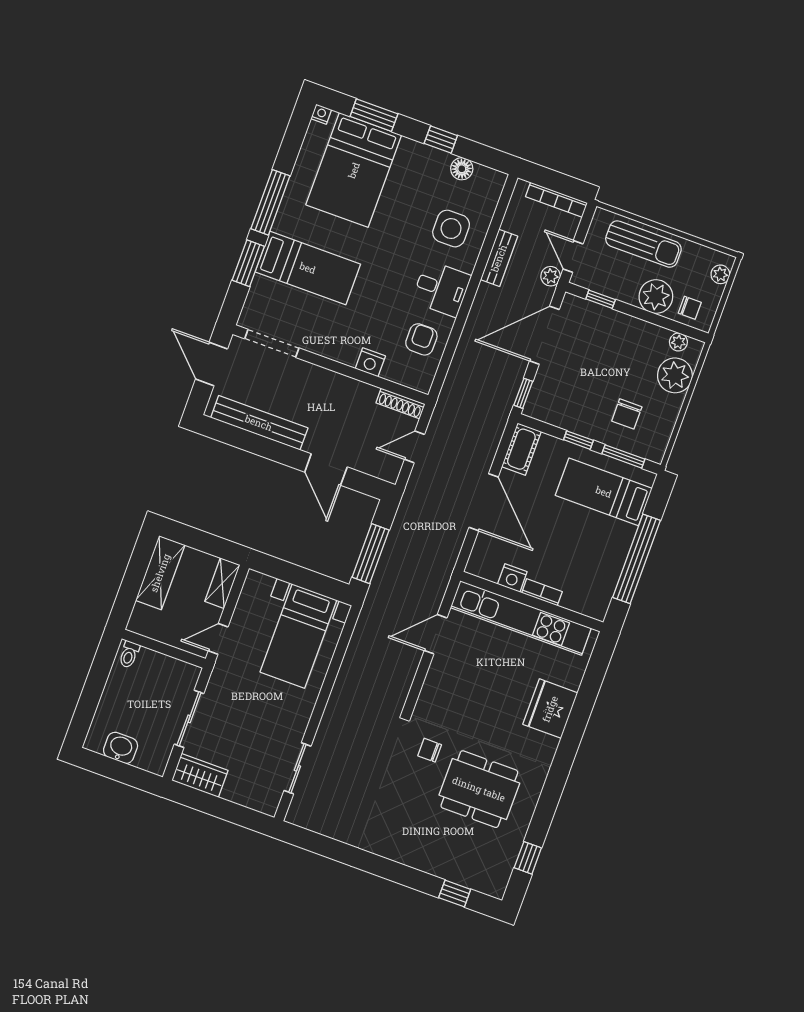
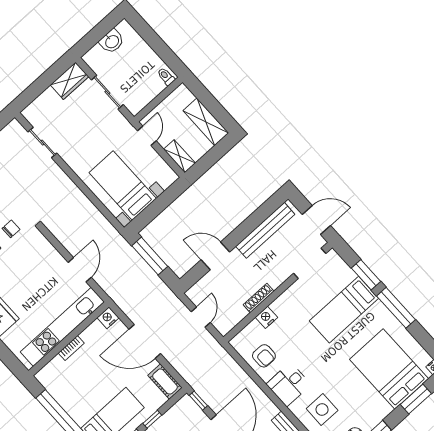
shoe rack: (400, 404) -> (259, 298), moved
nightstand: (512, 578) -> (108, 318), moved

